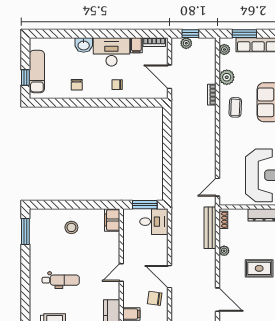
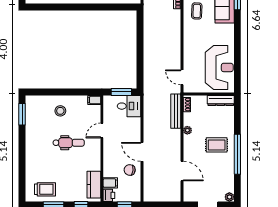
door: (217, 187) -> (182, 77), hinge flipped
filing cabinet: (112, 220) -> (94, 100), width x0.50
door: (121, 272) -> (102, 131), moved
dental chair: (61, 280) -> (69, 143), moved

